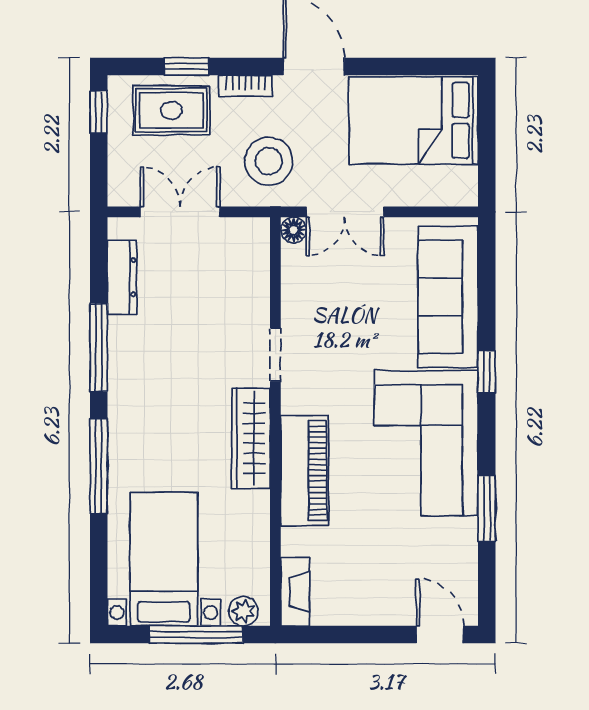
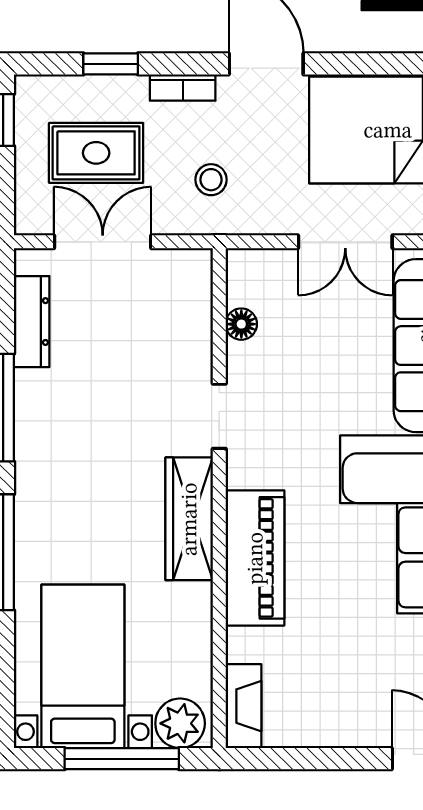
rug: (171, 110) -> (96, 153), moved
stool: (269, 161) -> (211, 180), width x0.53, depth x0.53
double door: (345, 212) -> (345, 242), moved
floor lamp: (293, 230) -> (241, 324), moved
plant: (243, 611) -> (180, 723), width x1.38, depth x1.38

